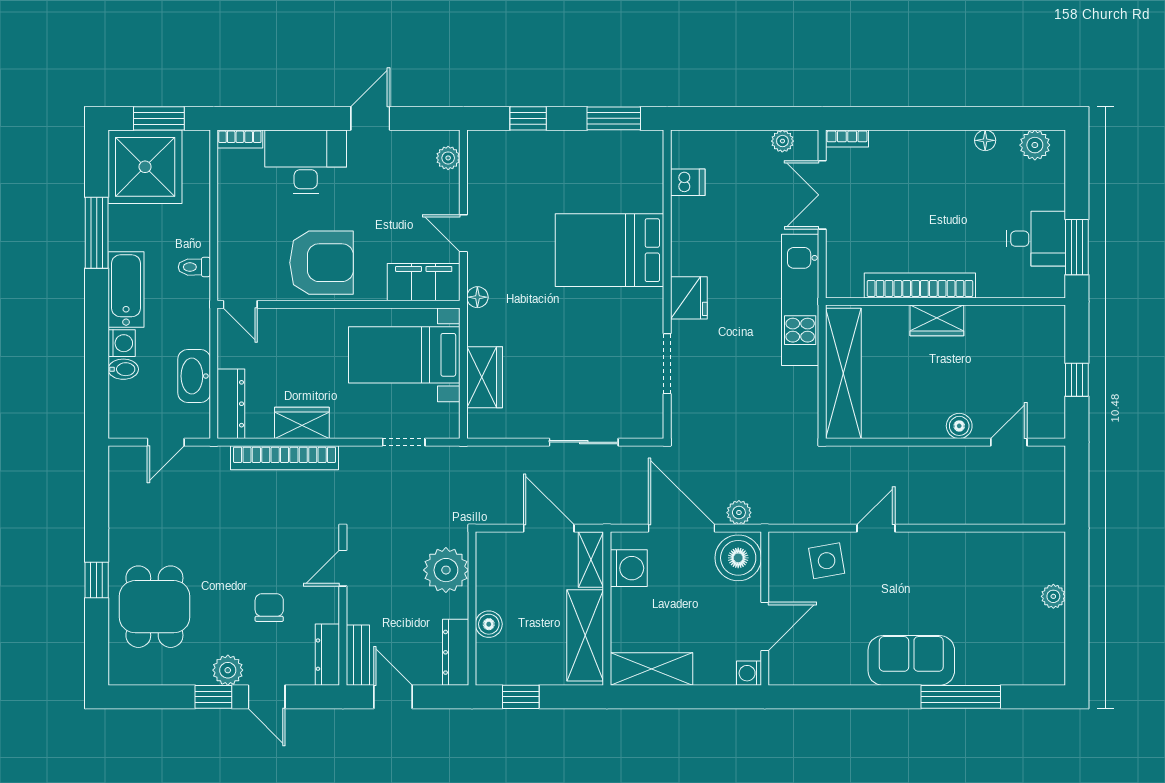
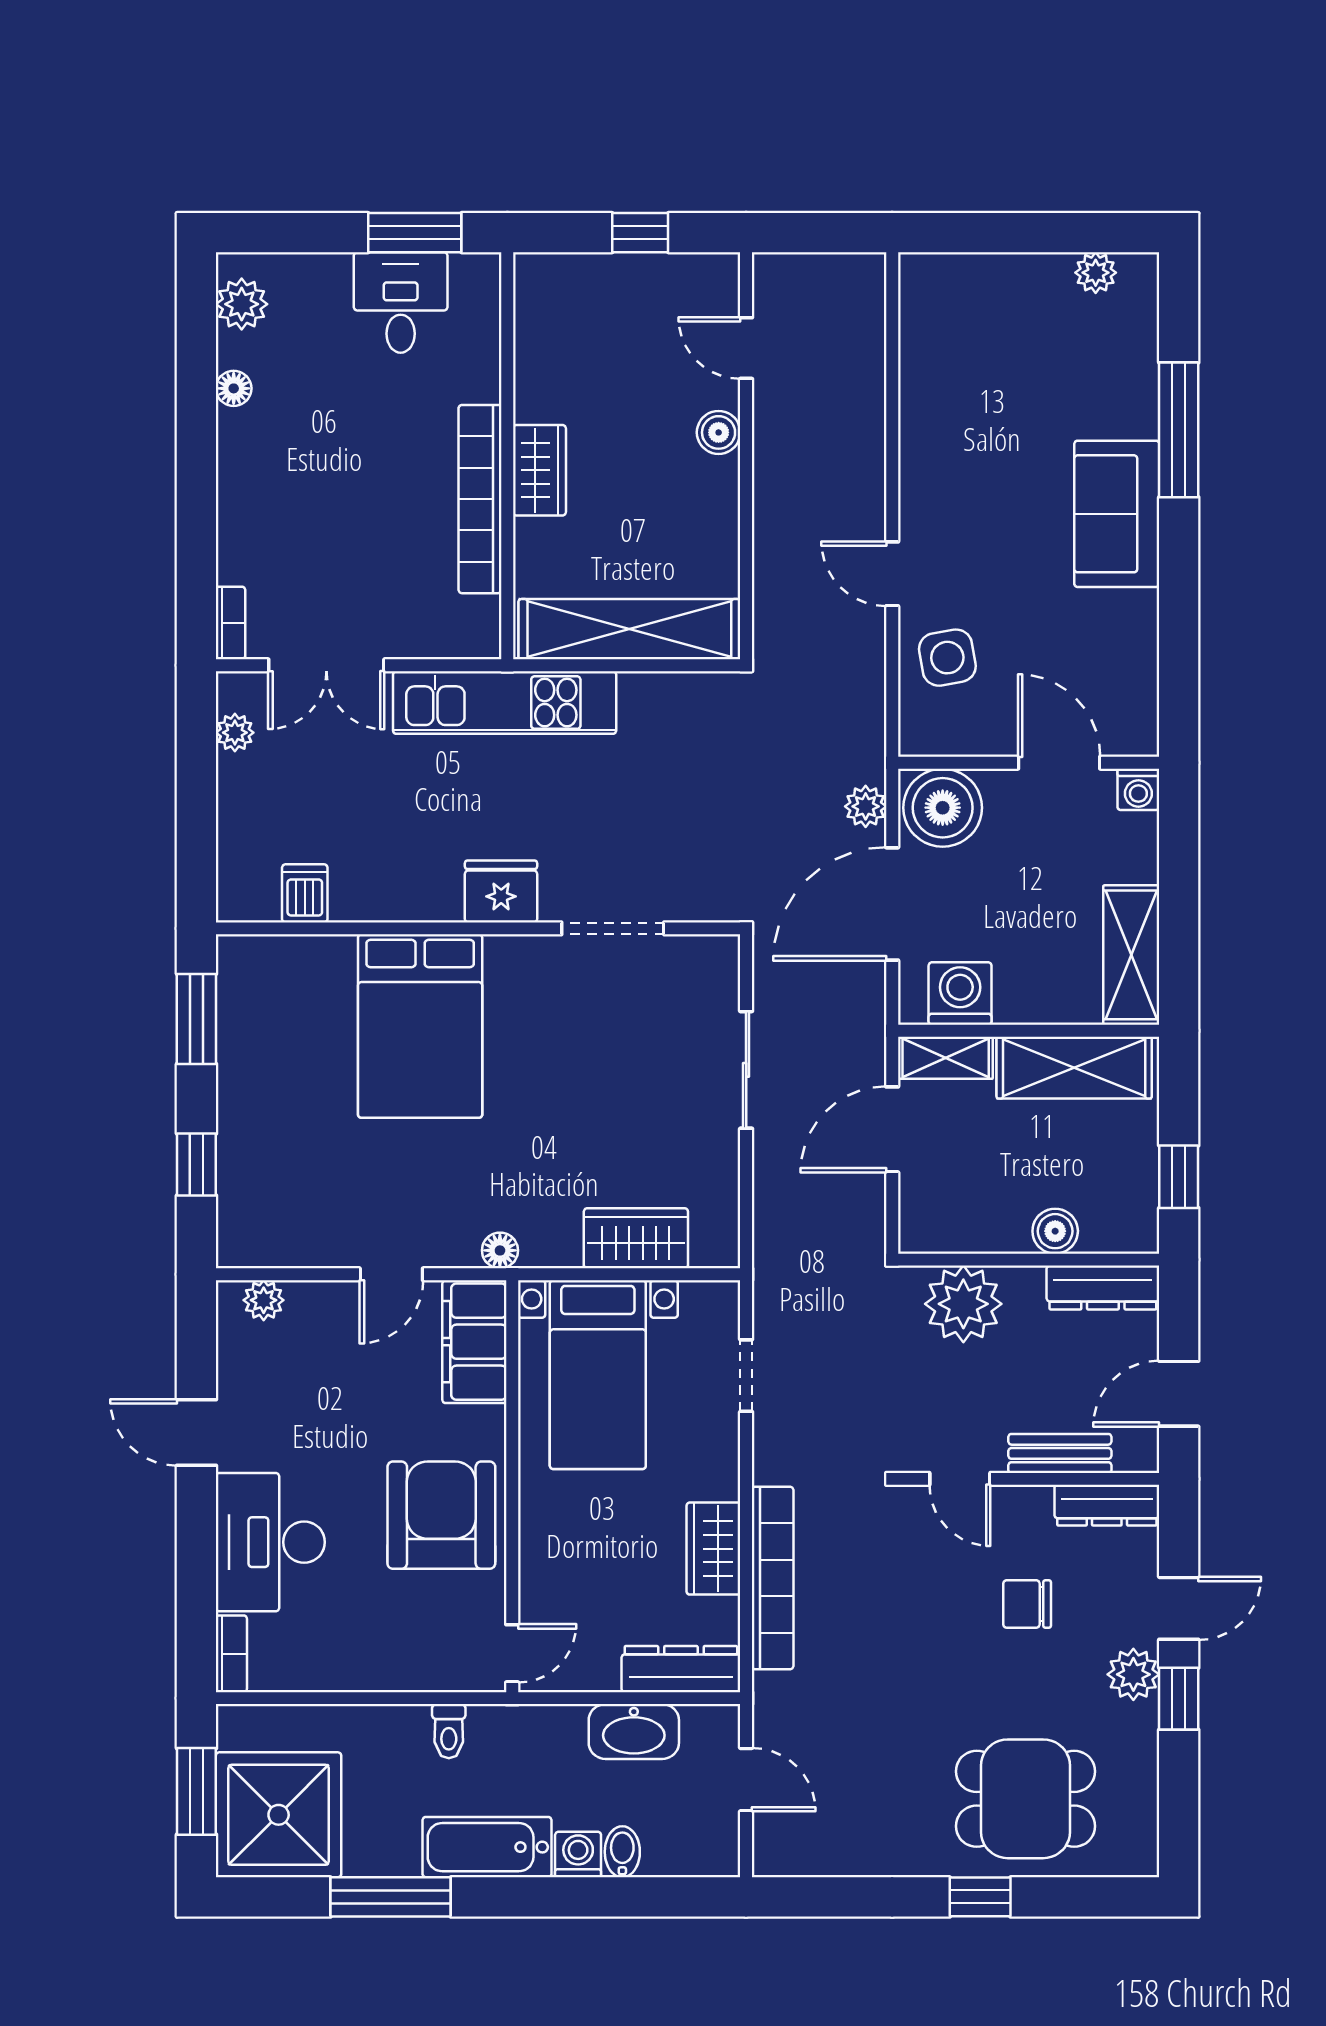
plant: (1053, 596) -> (1096, 273), moved
bench: (358, 655) -> (1060, 1453), moved

